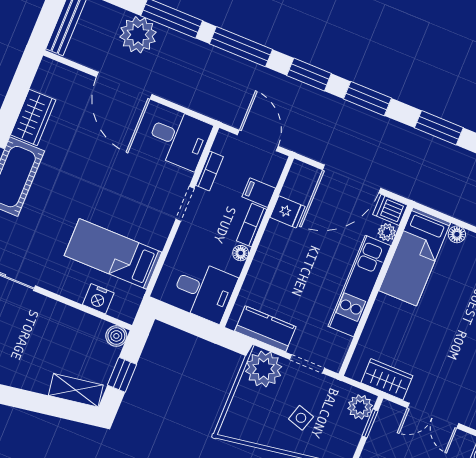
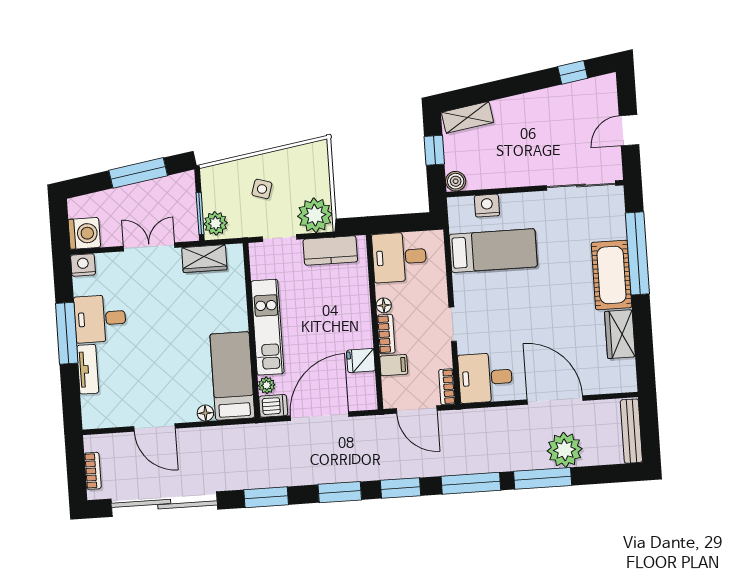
bookcase: (210, 171) -> (447, 387), moved
window: (370, 423) -> (200, 213), width x1.50

